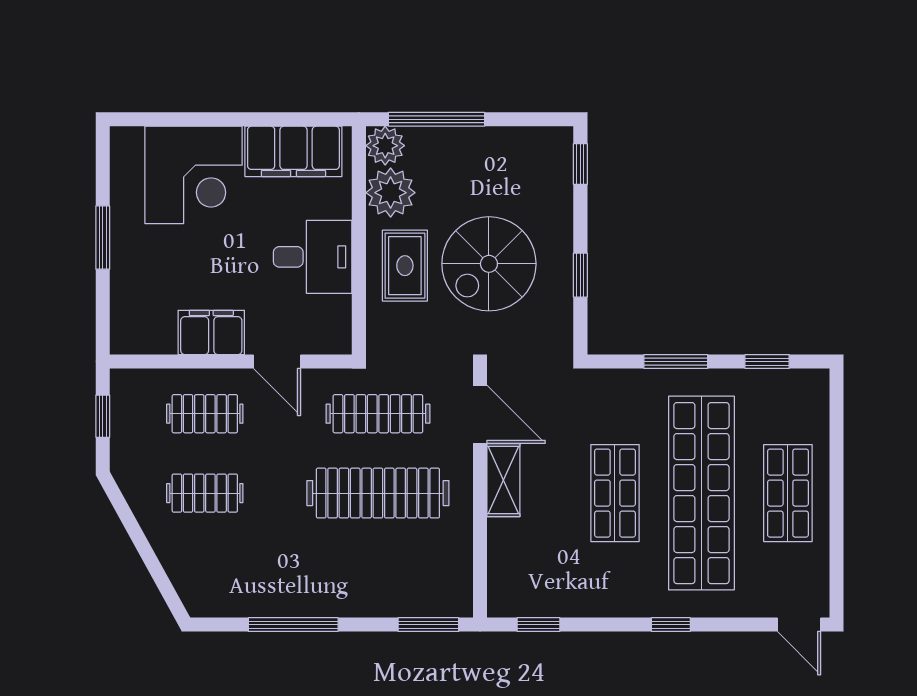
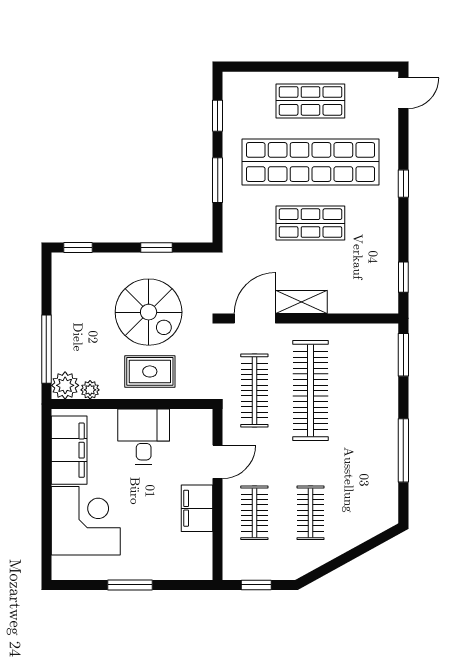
plant: (391, 193) -> (90, 390), width x0.53, depth x0.53

